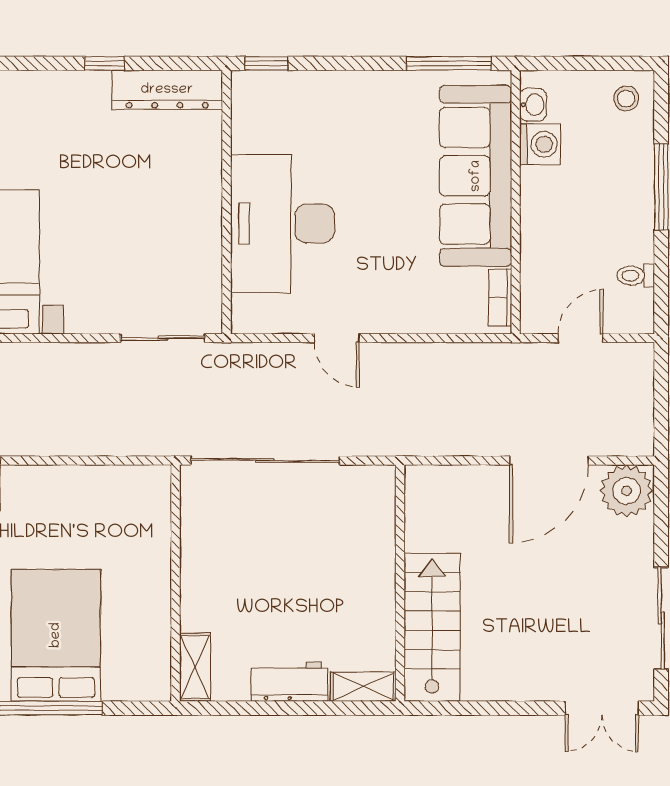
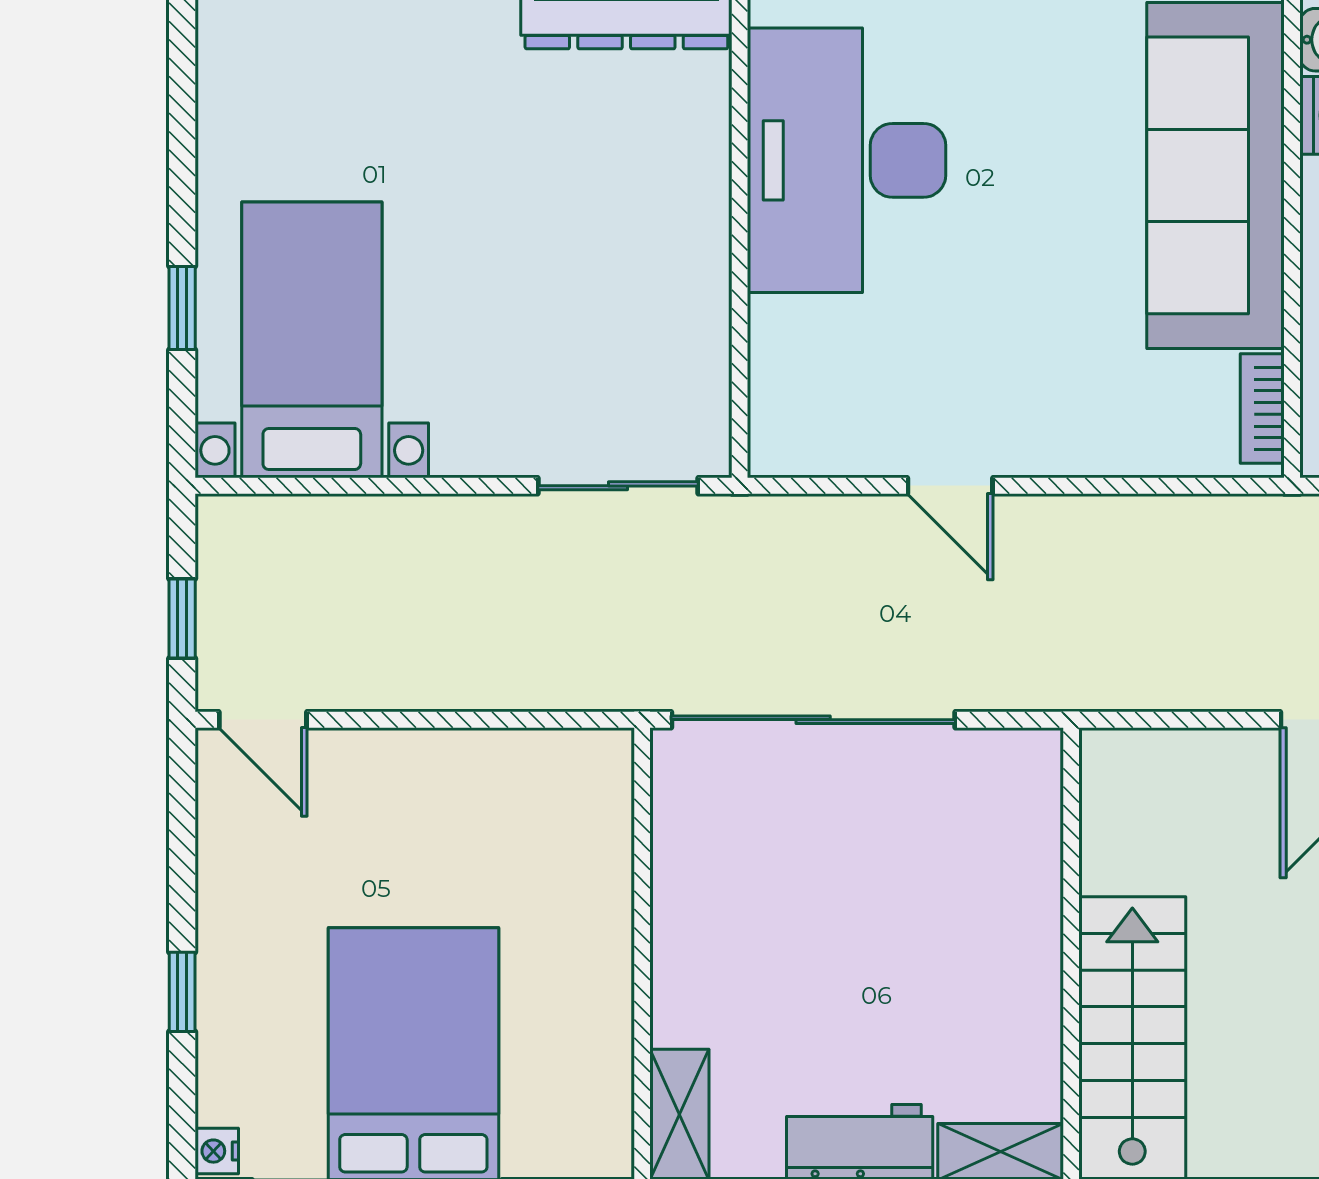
desk: (283, 224) -> (847, 160), moved

